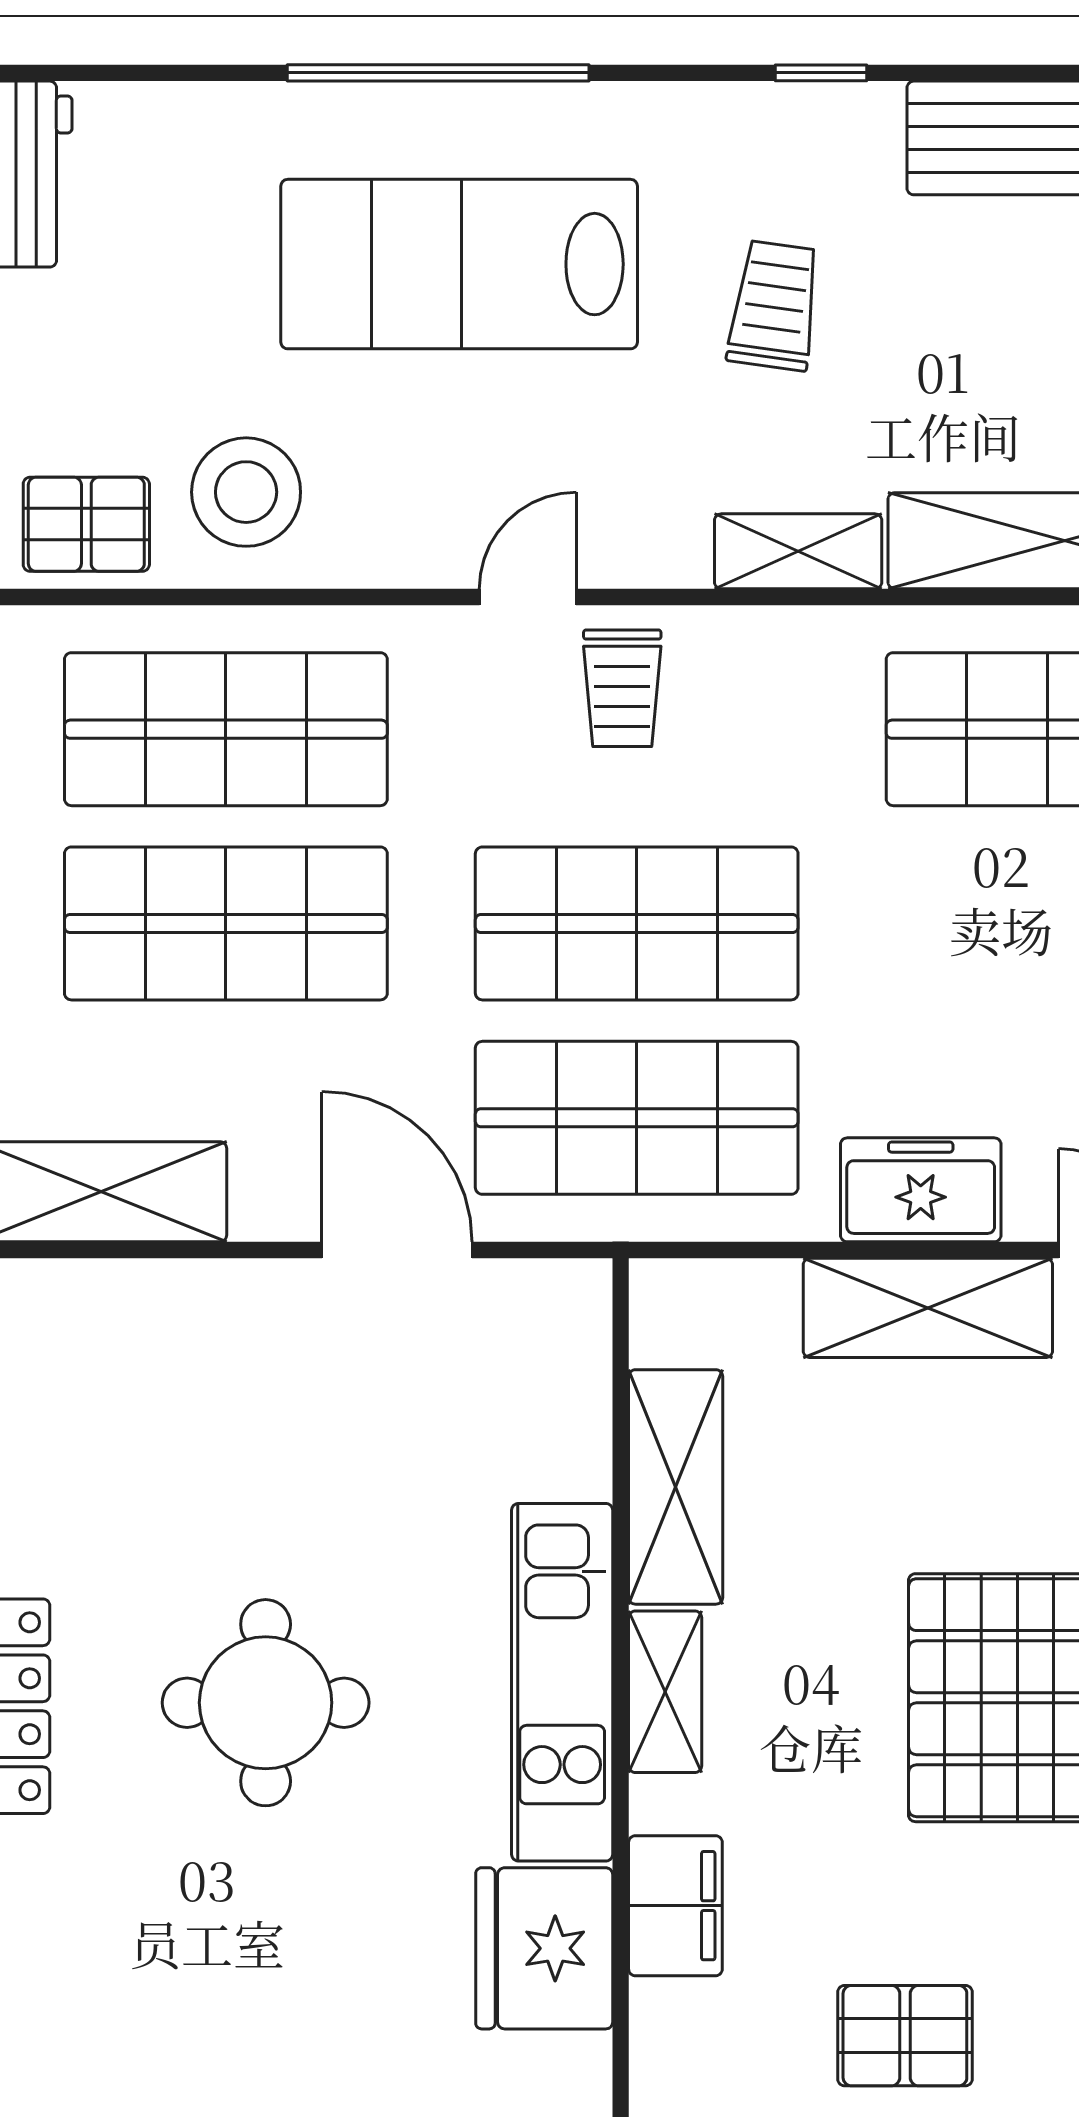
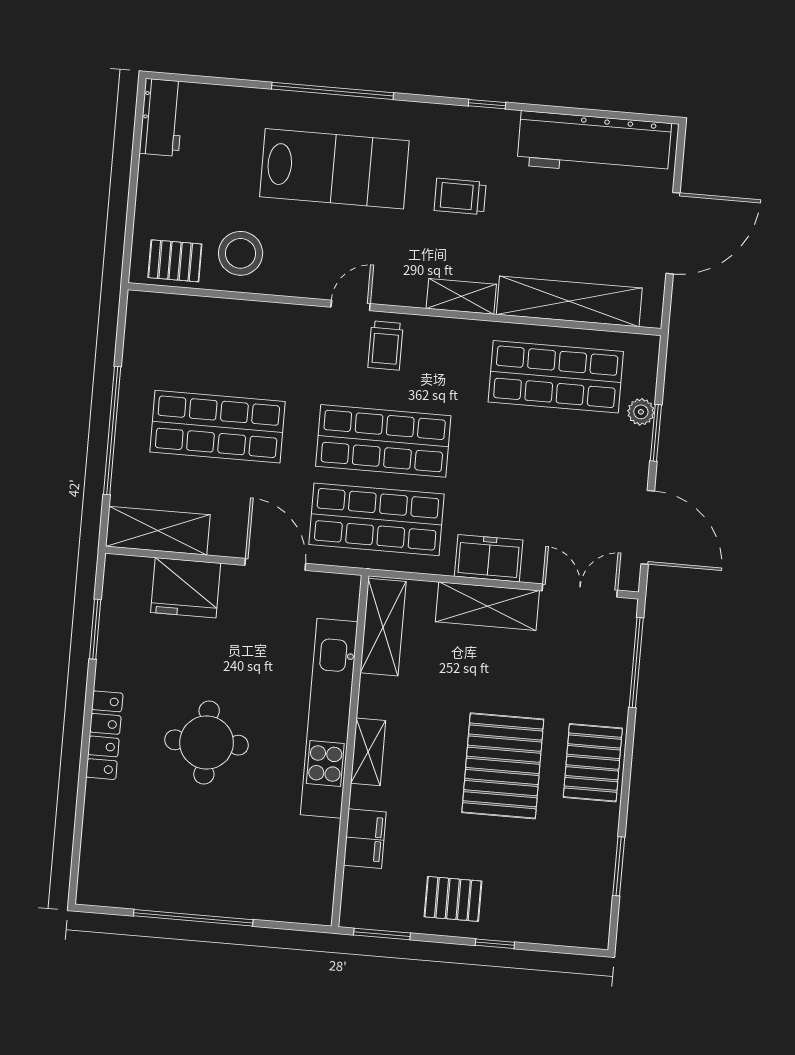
lab bench: (459, 264) -> (334, 169), turned 180
trolley: (774, 306) -> (460, 196), turned -98
shop shelf: (226, 729) -> (224, 348), removed
shelving: (676, 1487) -> (383, 627), moved
kitchen unit: (562, 1682) -> (329, 718), width x1.36
fridge: (544, 1948) -> (186, 588), moved, turned -90

